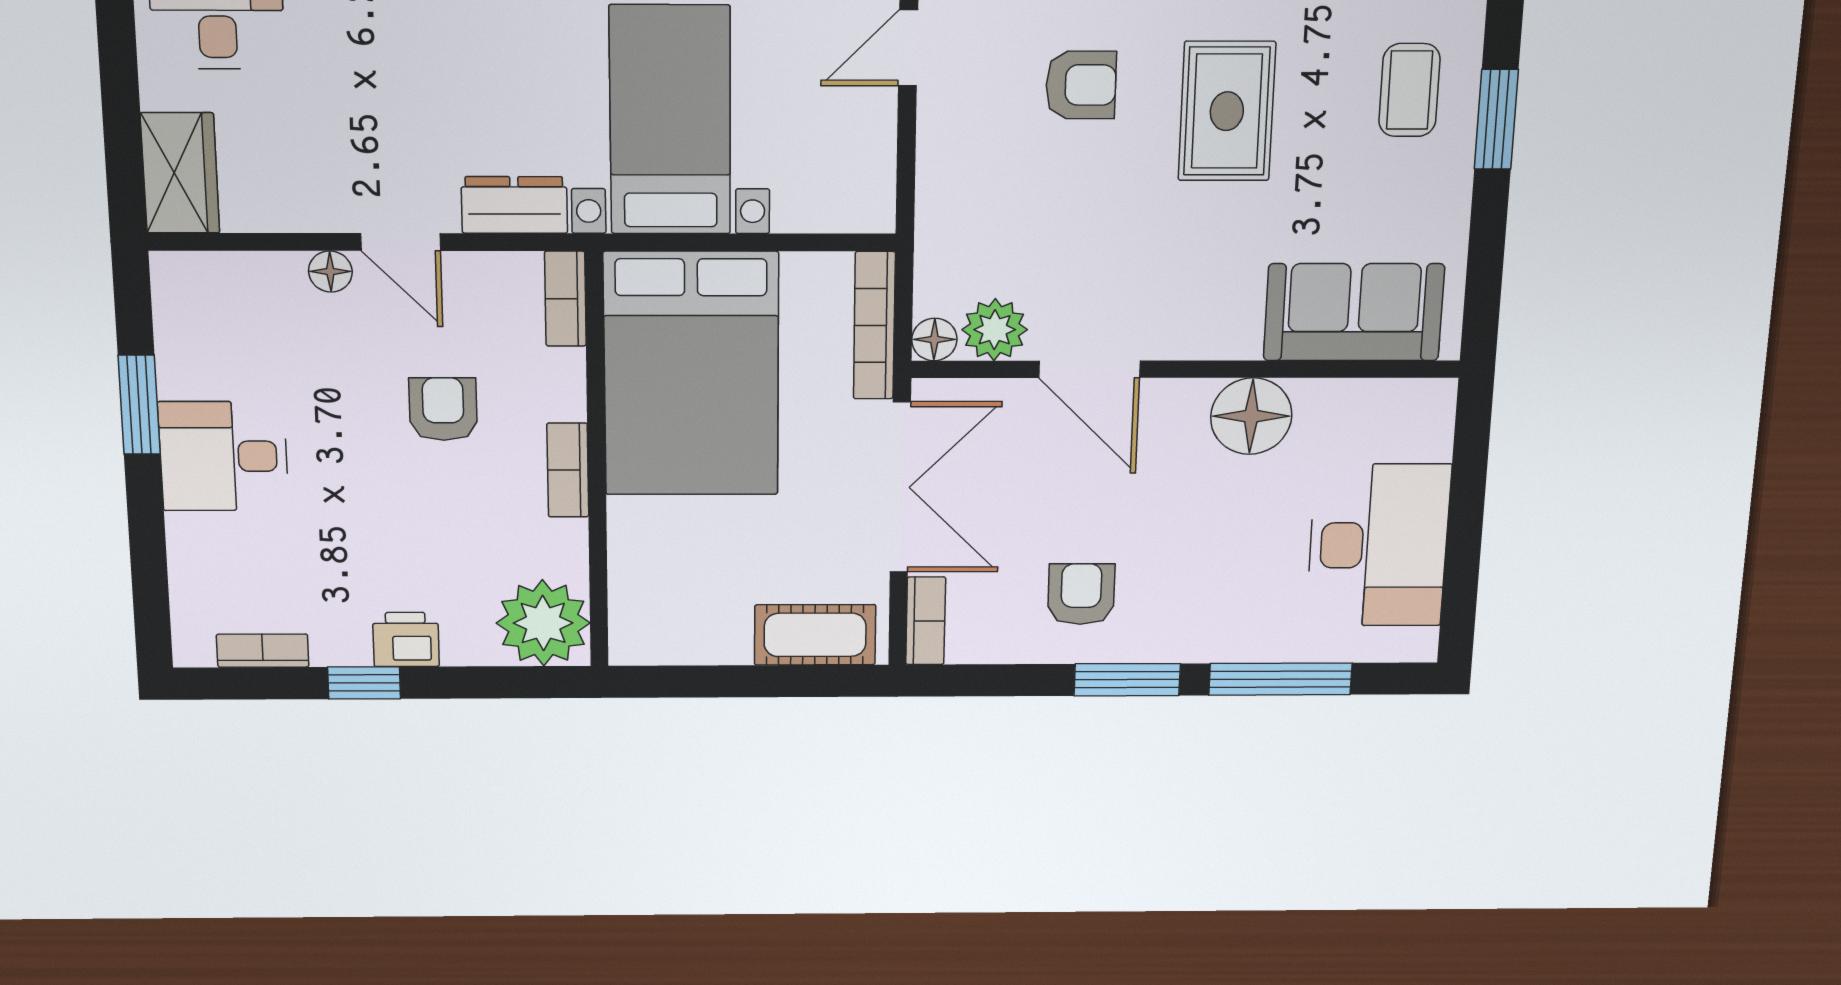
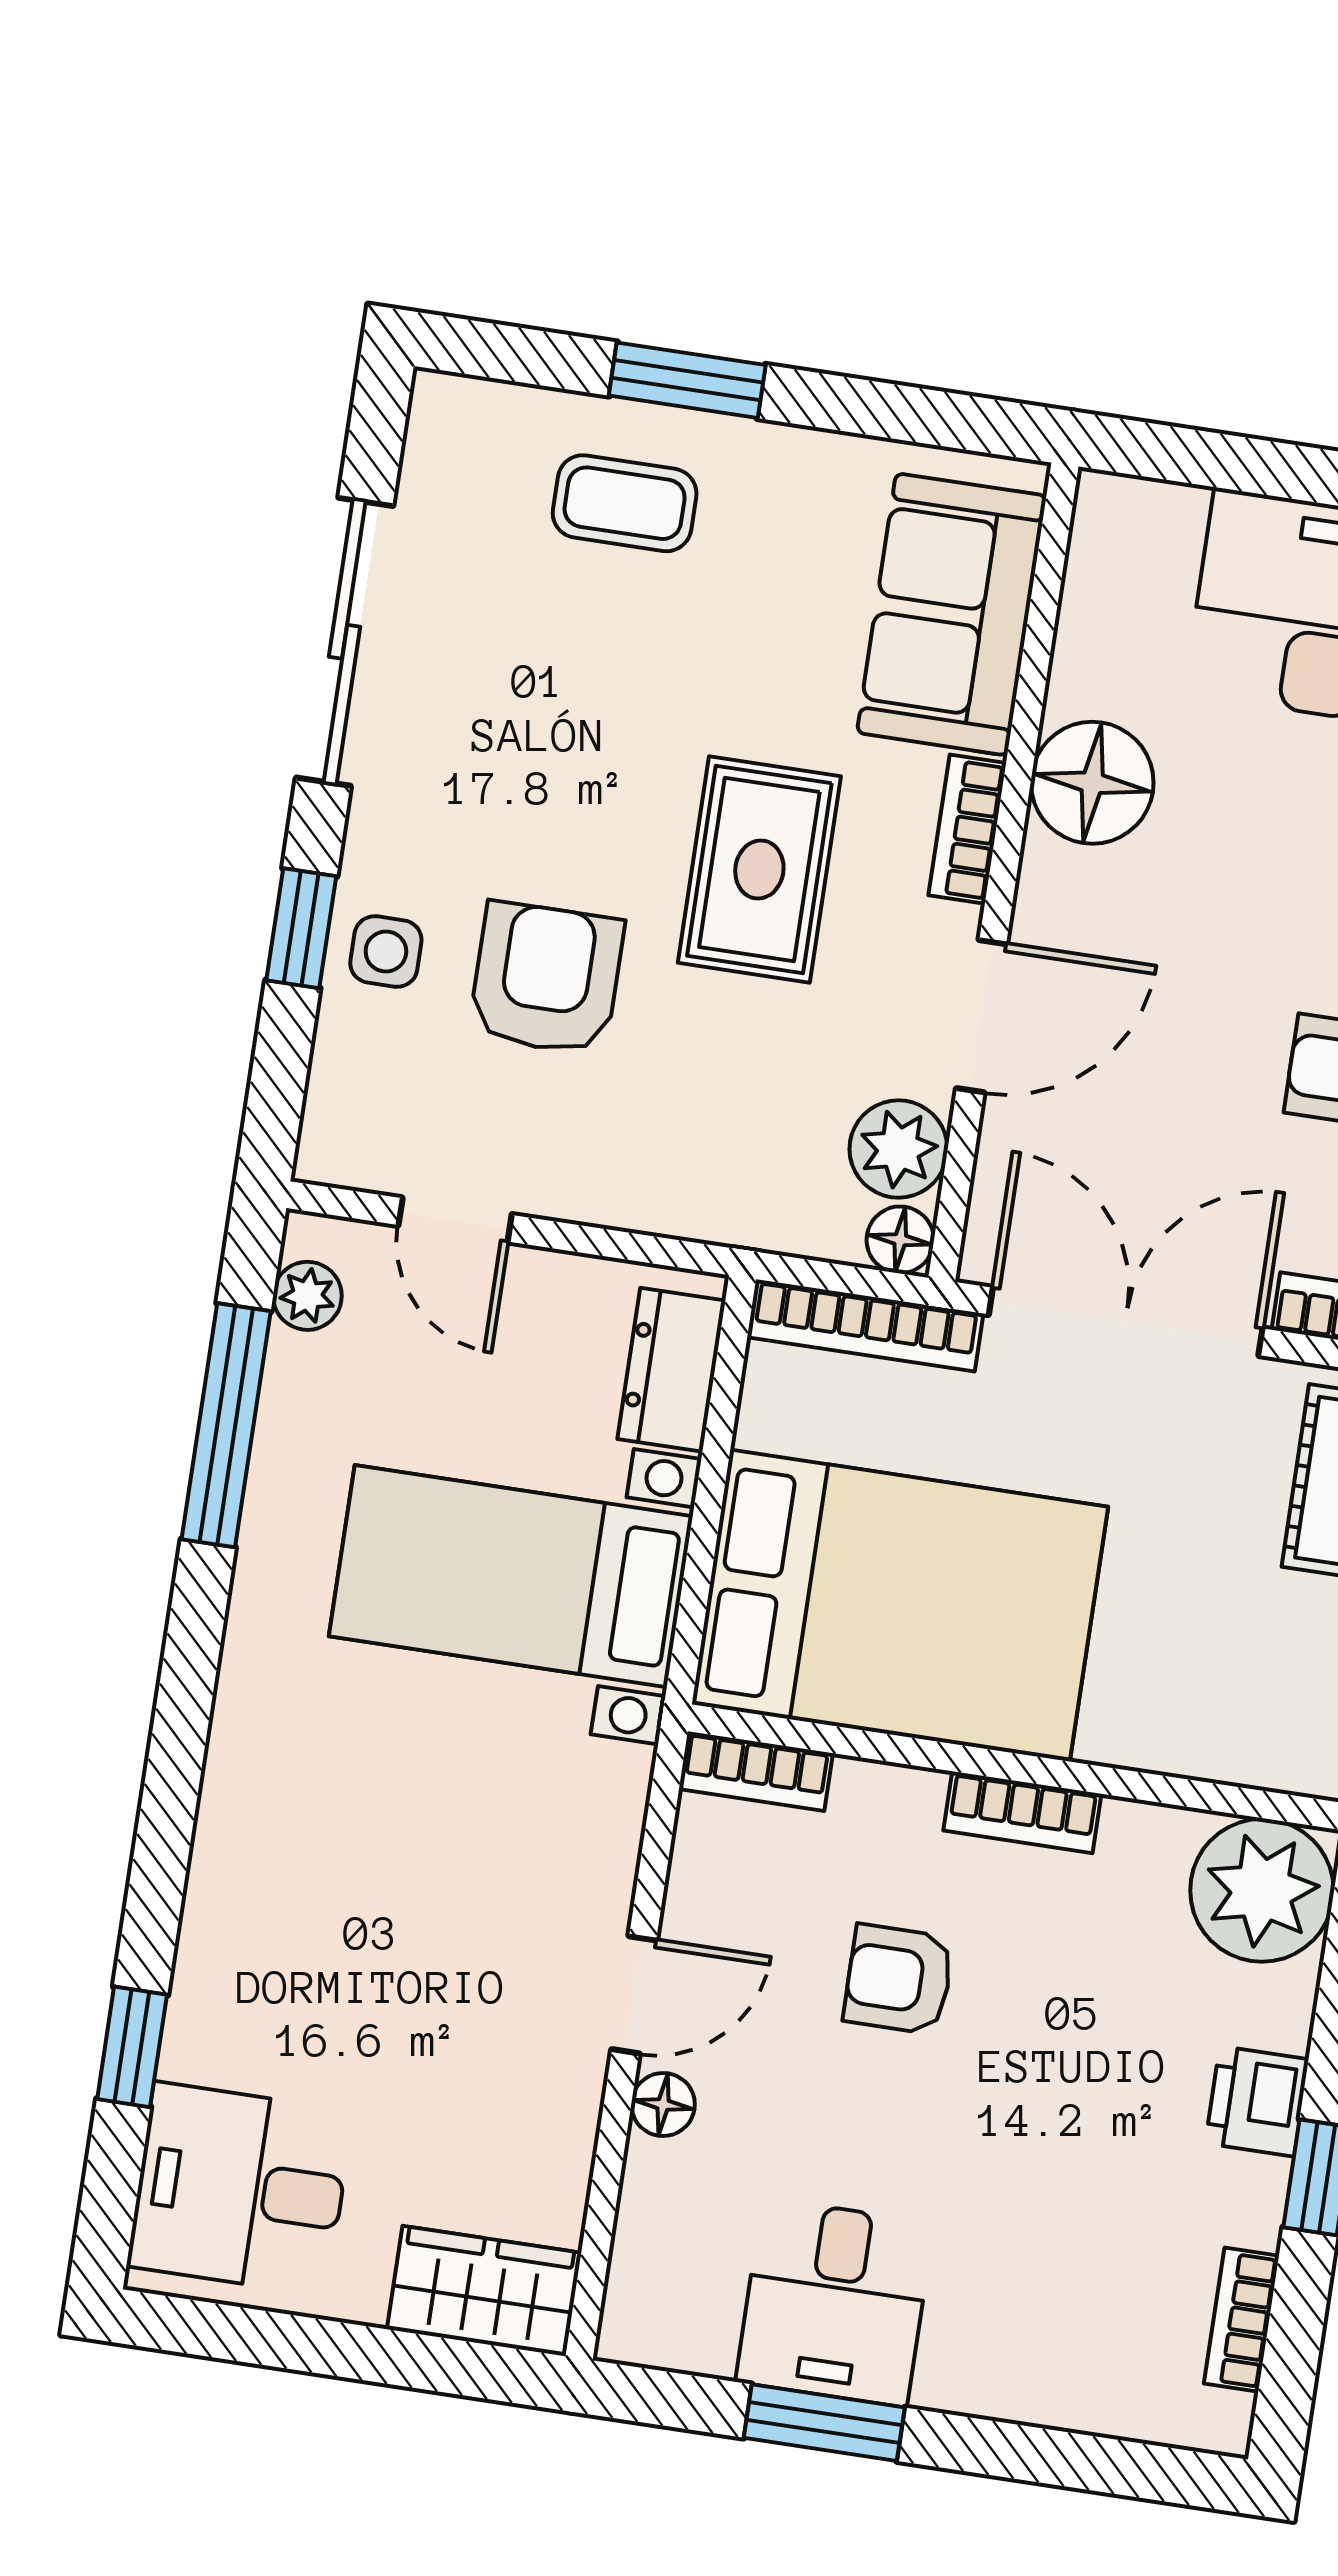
armchair: (1081, 85) -> (546, 978), width x1.38, depth x1.38
rug: (1227, 111) -> (759, 870), moved, turned 90
dresser: (514, 205) -> (671, 1370), moved
bookcase: (1212, 343) -> (967, 829), added
desk: (224, 456) -> (835, 2302), moved

